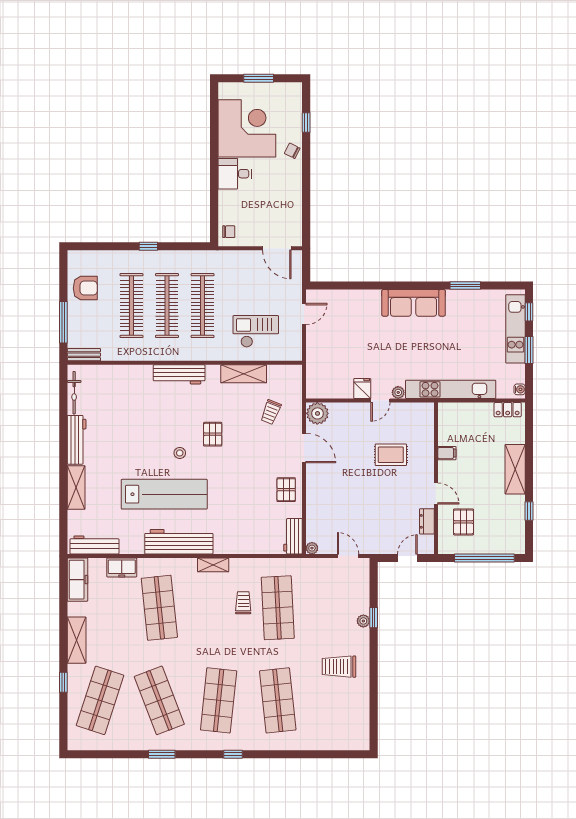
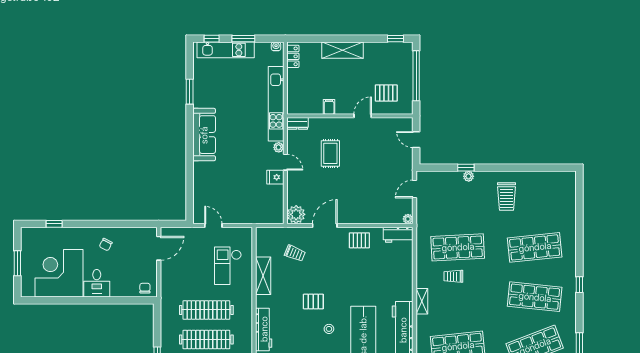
chair: (292, 151) -> (106, 245), moved
window: (529, 511) -> (396, 39), moved
dresser: (427, 521) -> (298, 123), moved

